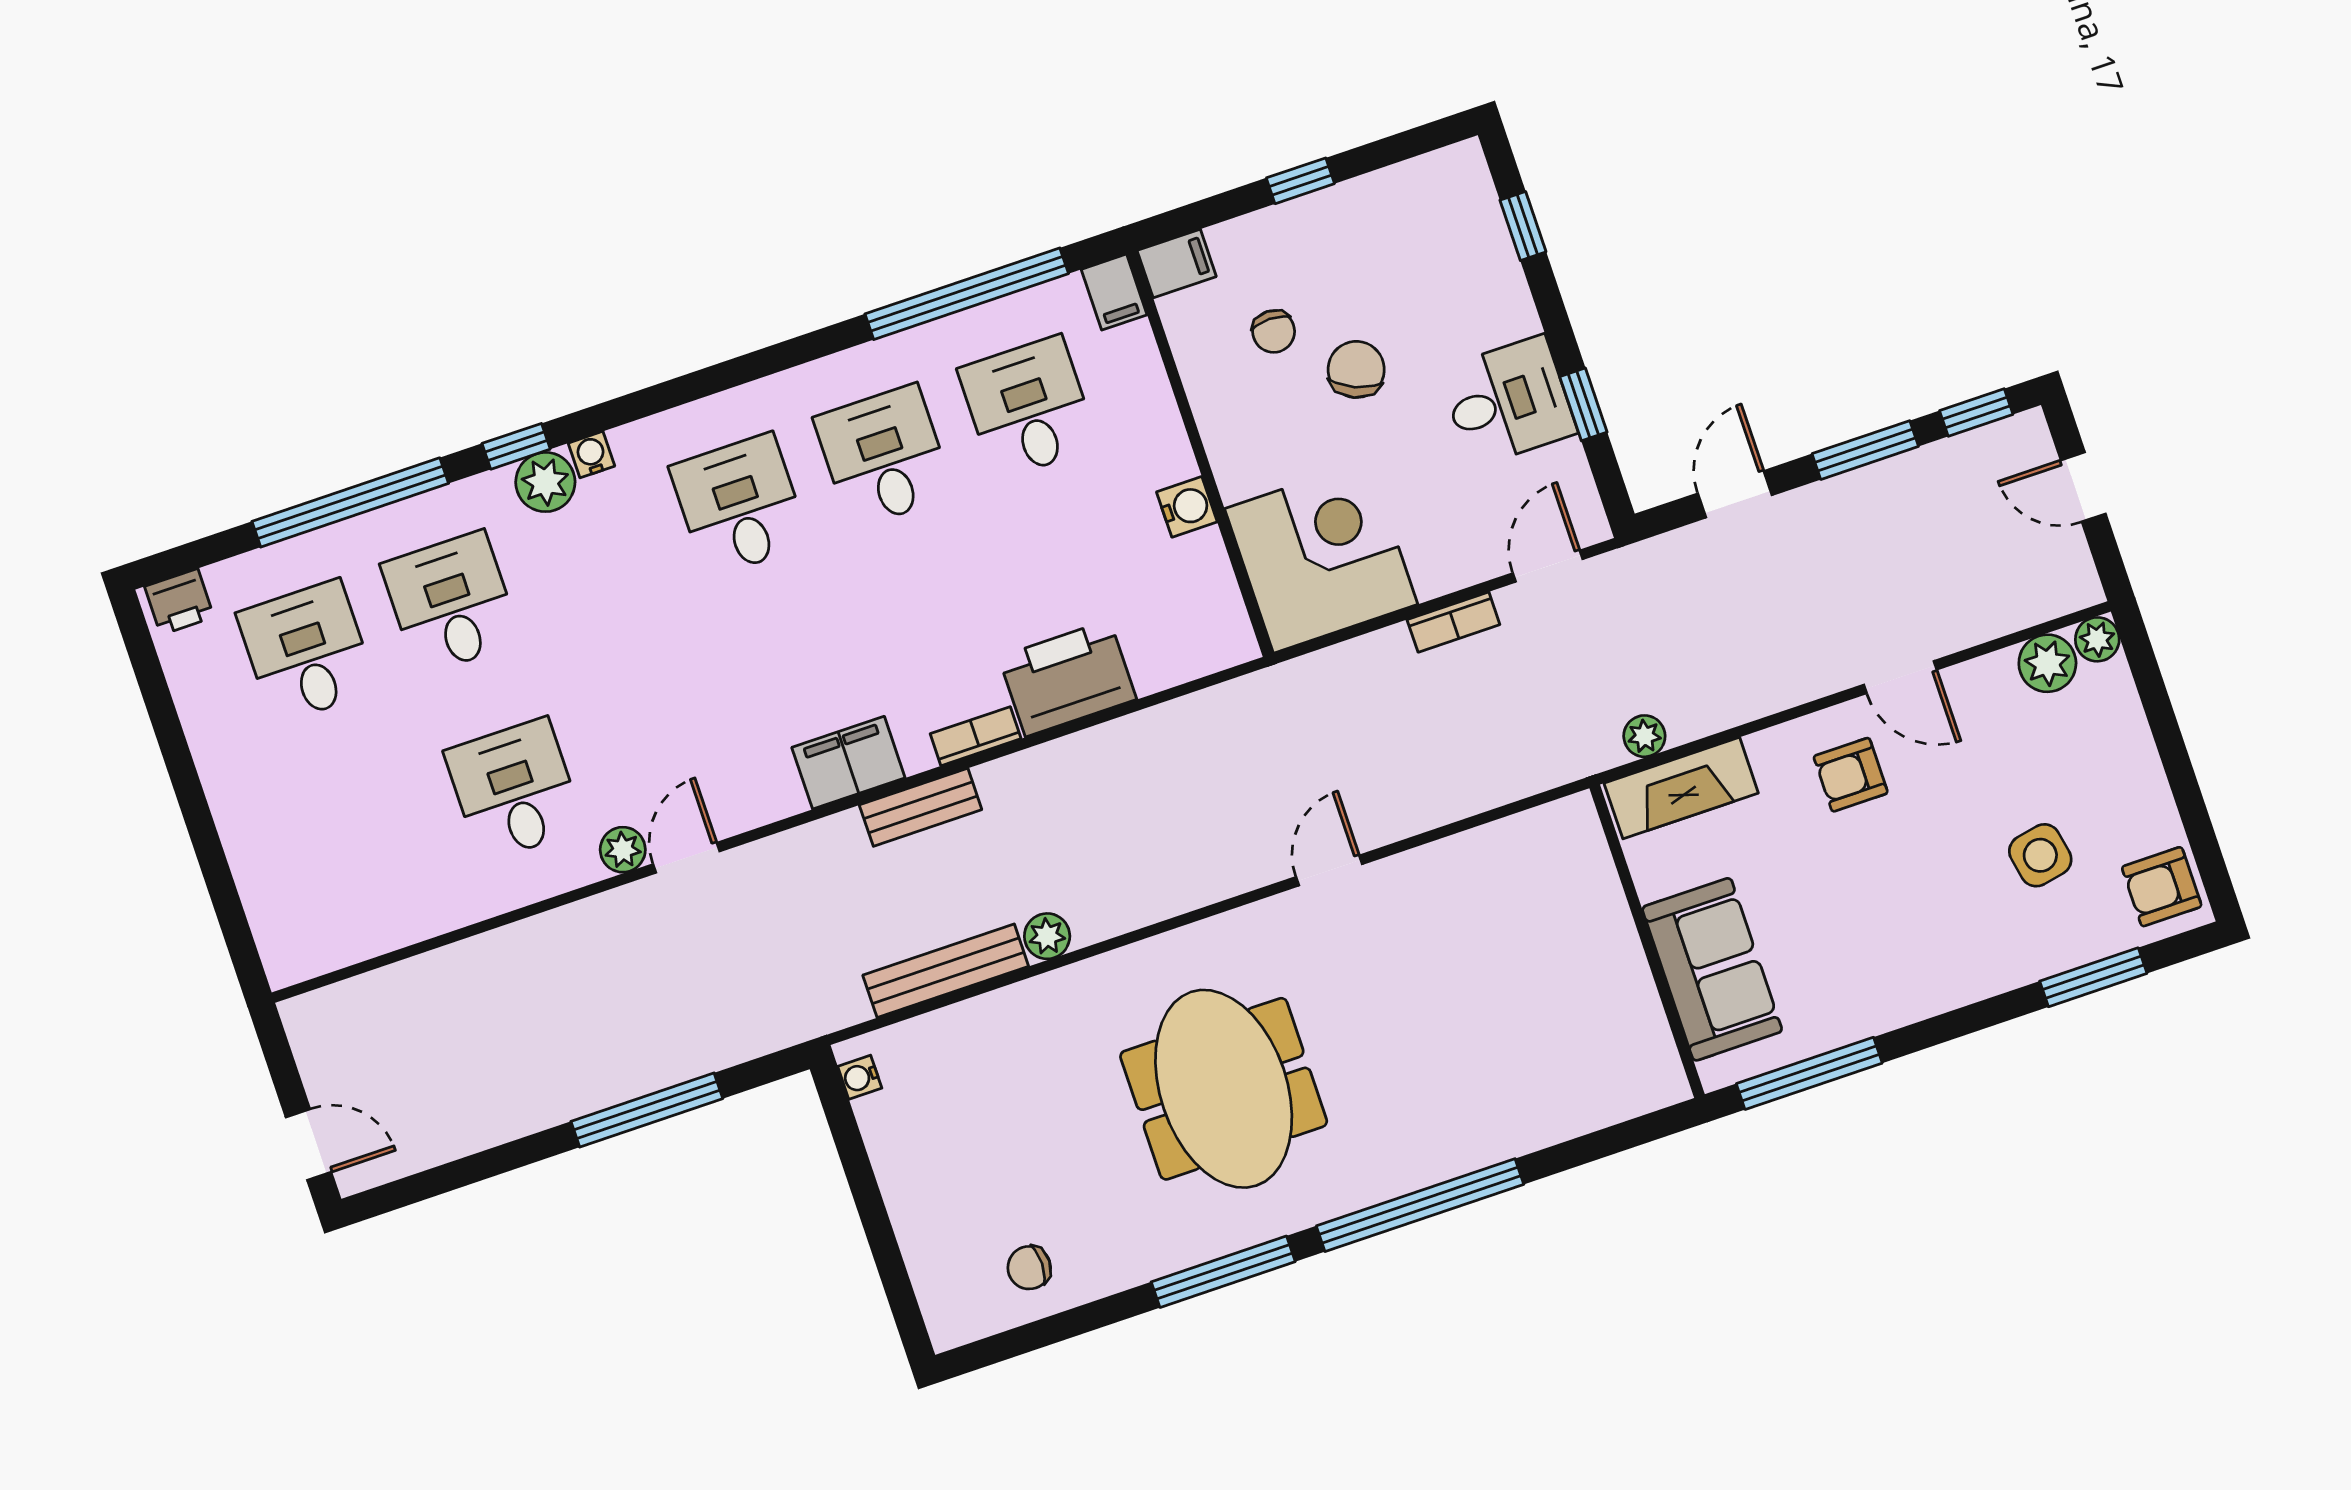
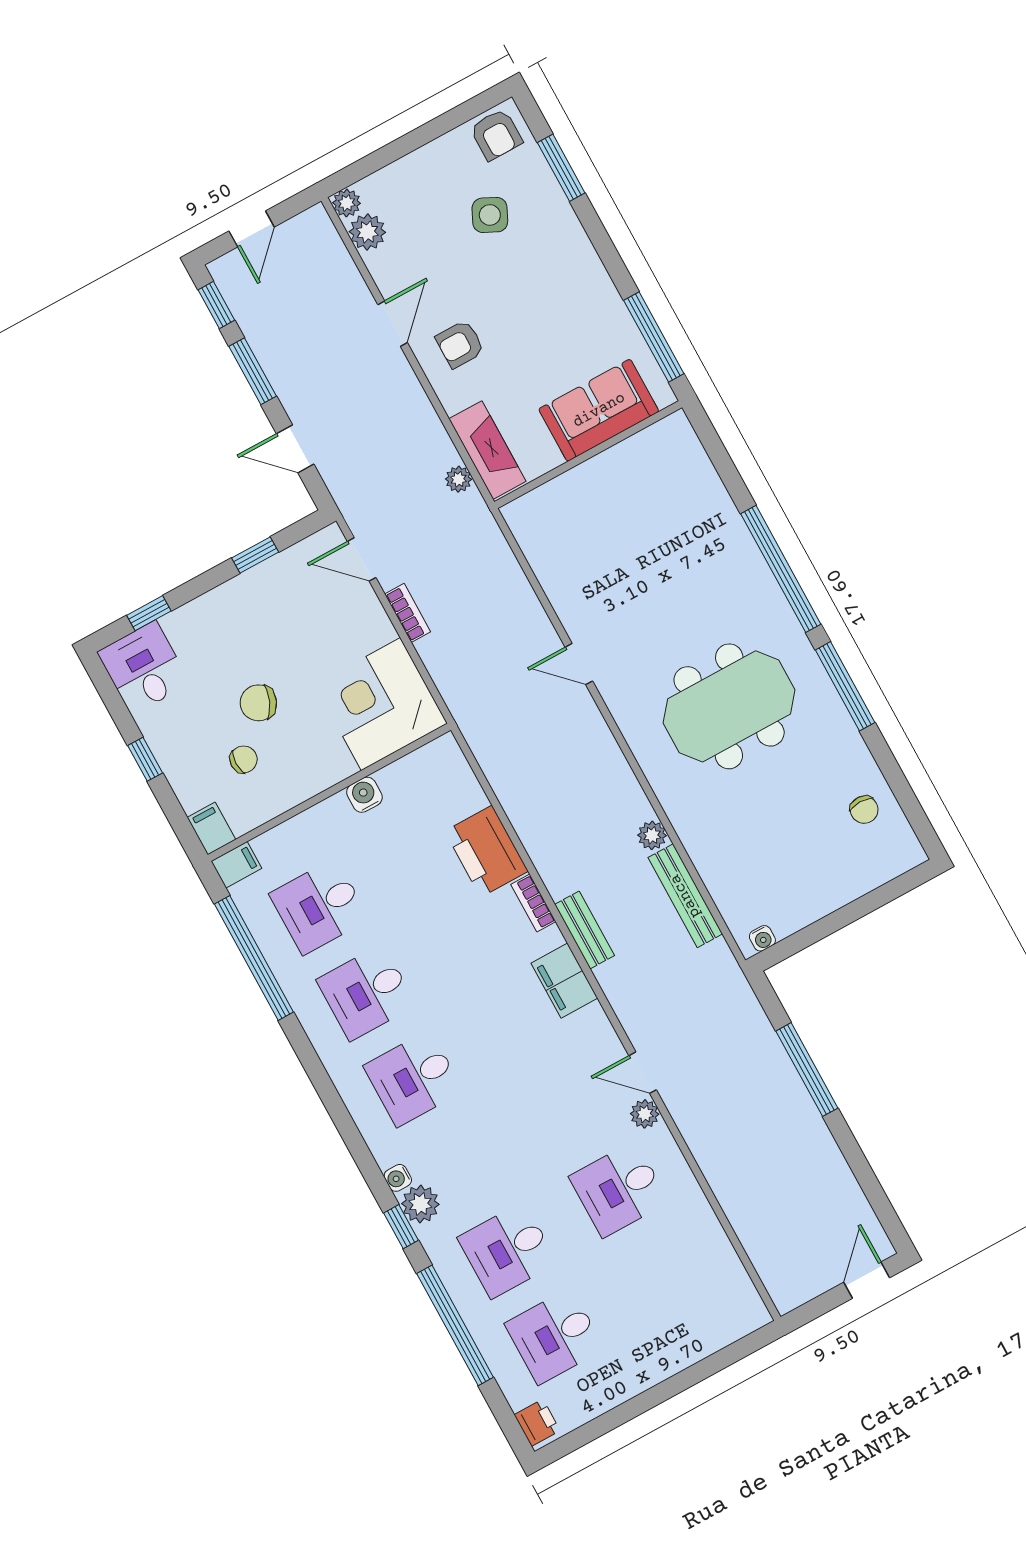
desk: (1508, 401) -> (144, 668), moved
armchair: (1851, 775) -> (460, 344), turned 90
side table: (2040, 855) -> (490, 215), turned 37

